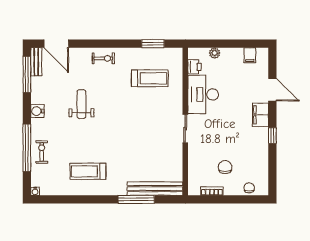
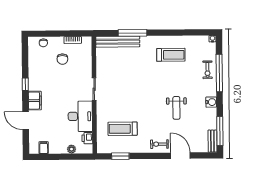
door: (56, 44) -> (180, 156), moved

